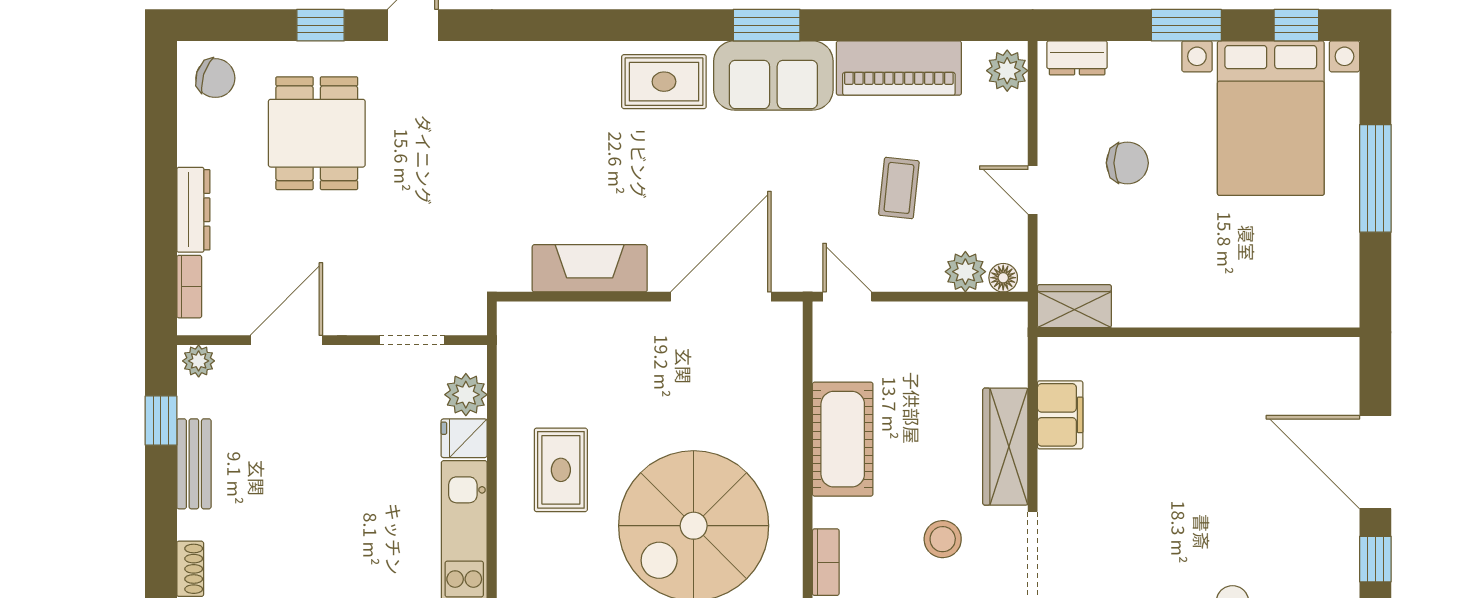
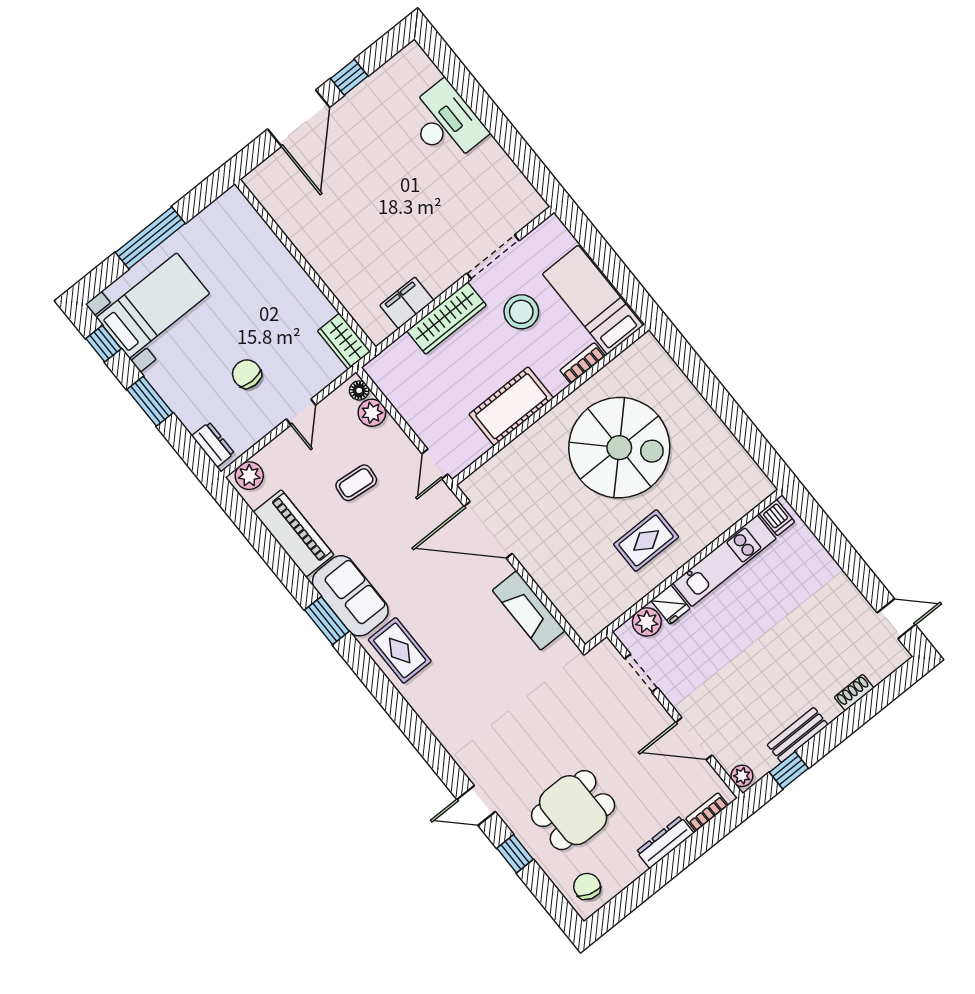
bed with nightstands: (1271, 118) -> (153, 306), width x0.73
stool: (943, 539) -> (521, 312), width x1.38, depth x1.38

